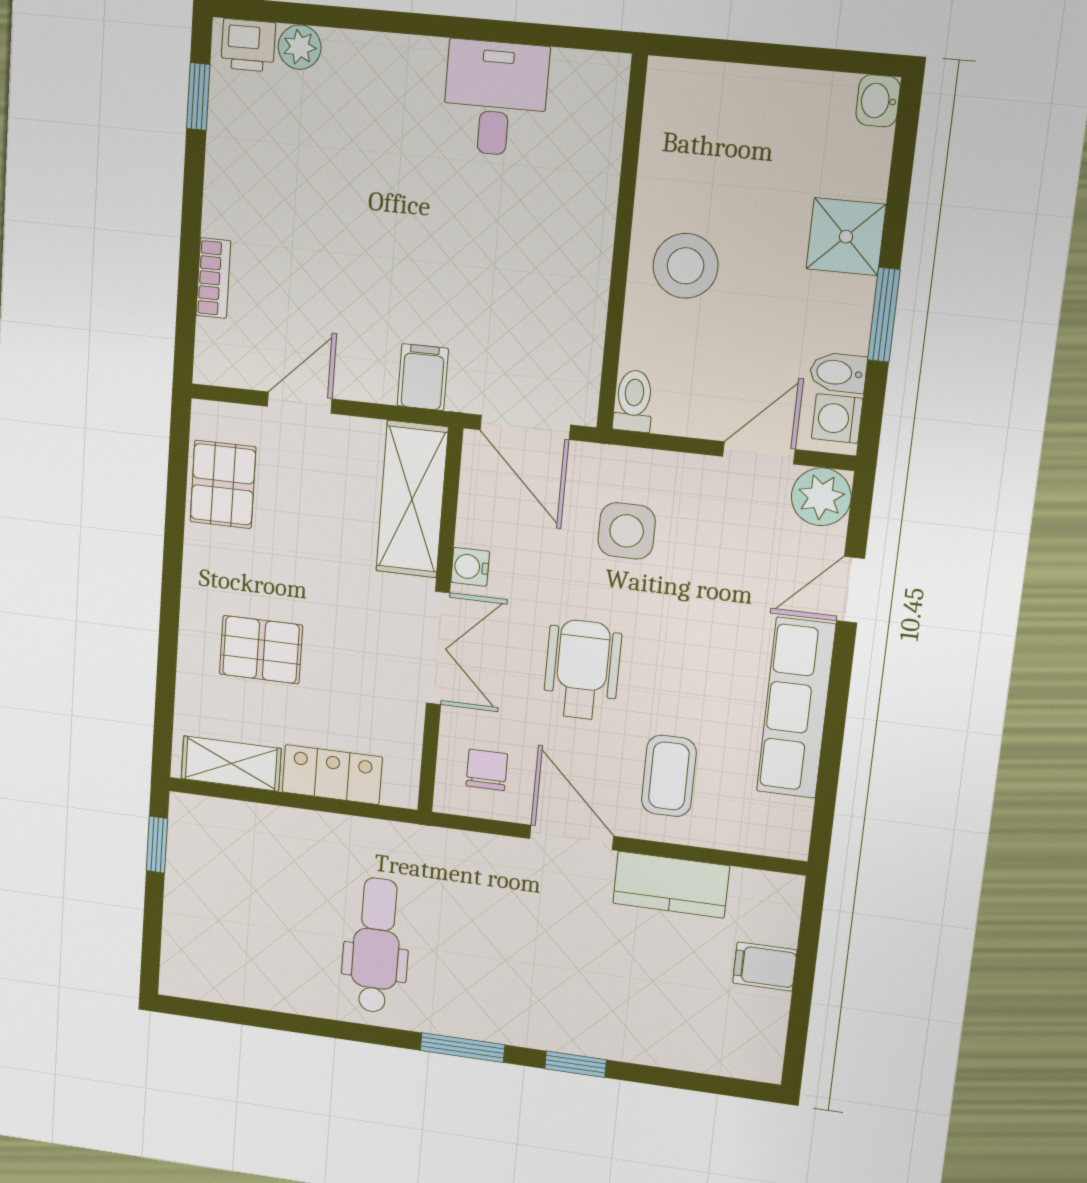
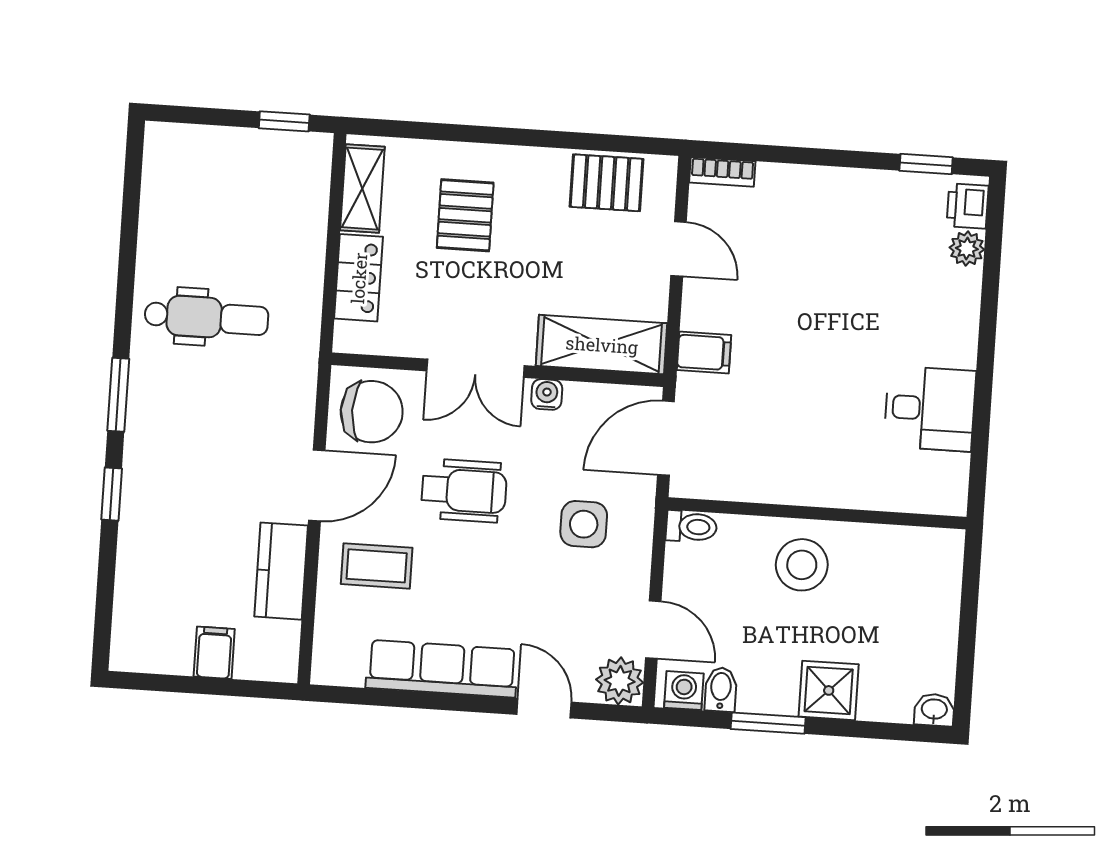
bookcase: (213, 278) -> (722, 172), moved
chair: (487, 770) -> (372, 412), width x1.87, depth x1.87

